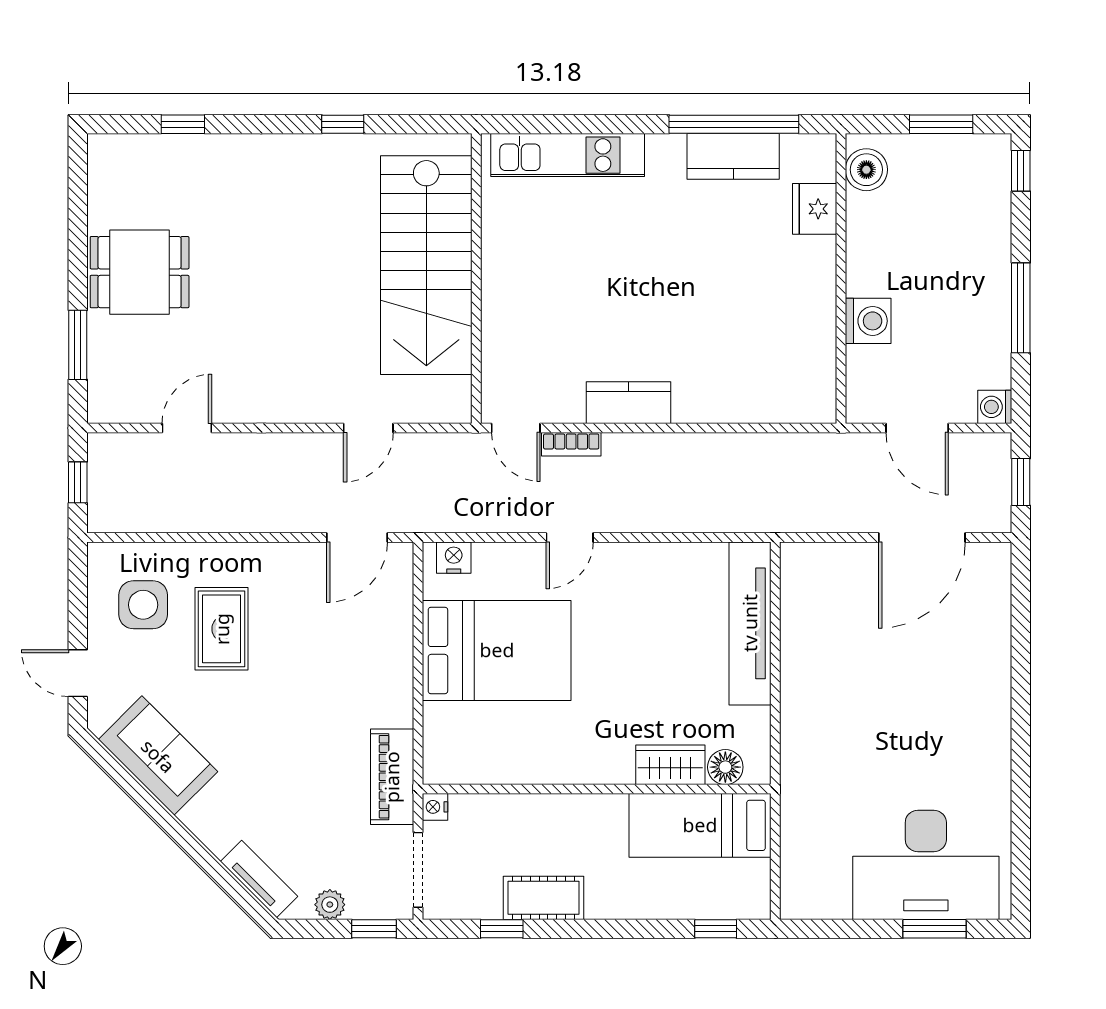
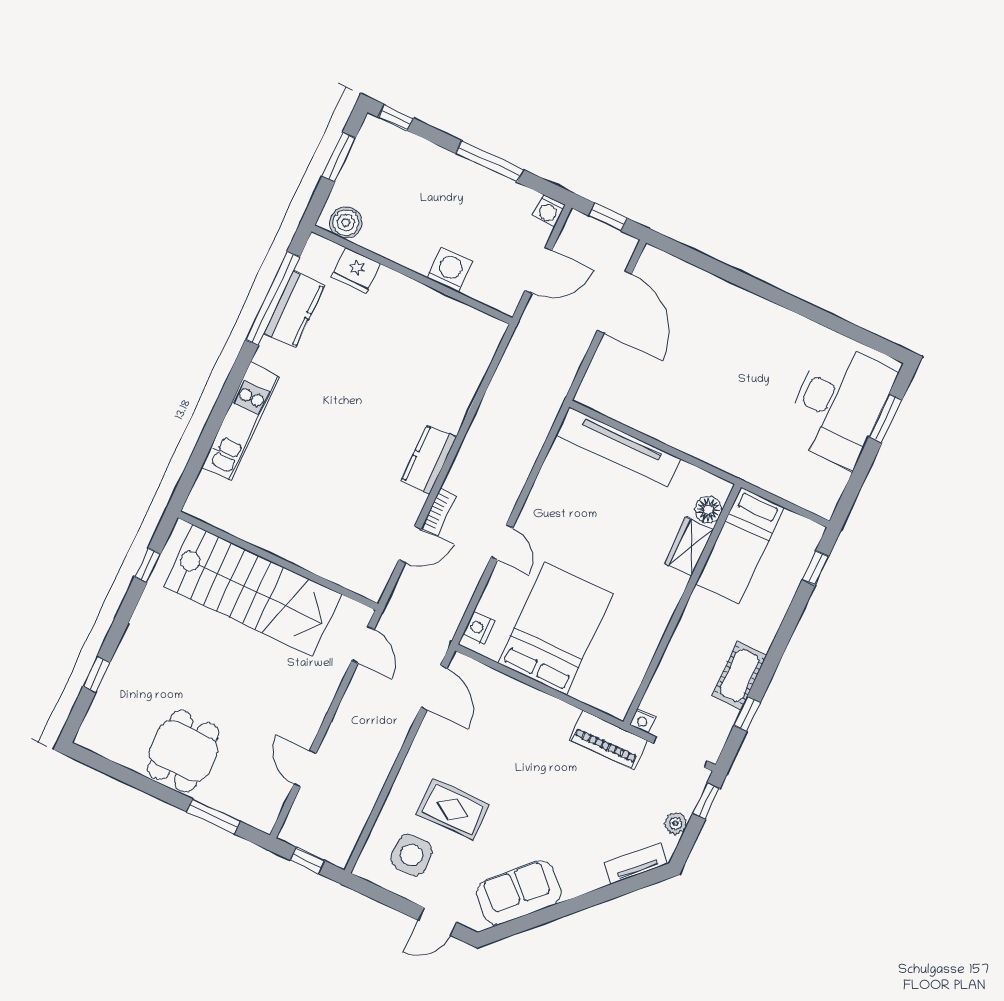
stairs: (426, 265) -> (253, 591), moved
wall: (476, 279) -> (278, 561), moved

